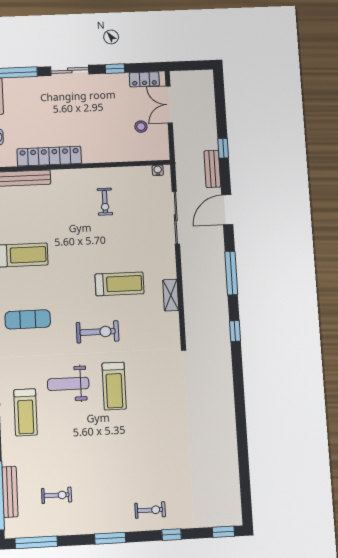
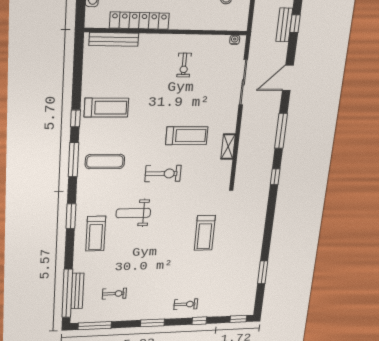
bench: (212, 169) -> (284, 25), moved
treadmill: (114, 386) -> (205, 233), moved
window: (244, 462) -> (263, 272), added

